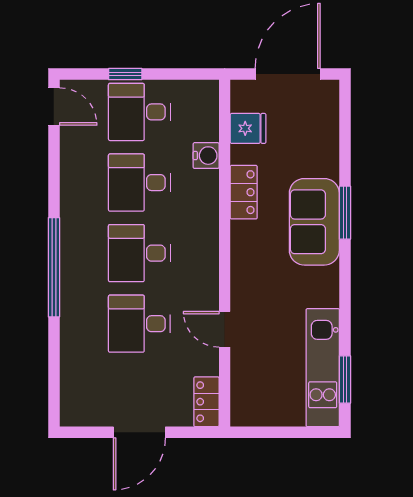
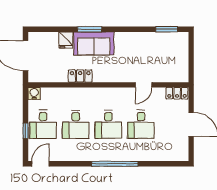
fridge: (248, 128) -> (66, 40), moved, turned 180
water cooler: (206, 156) -> (34, 93), moved
kitchen unit: (323, 368) -> (161, 40), removed

